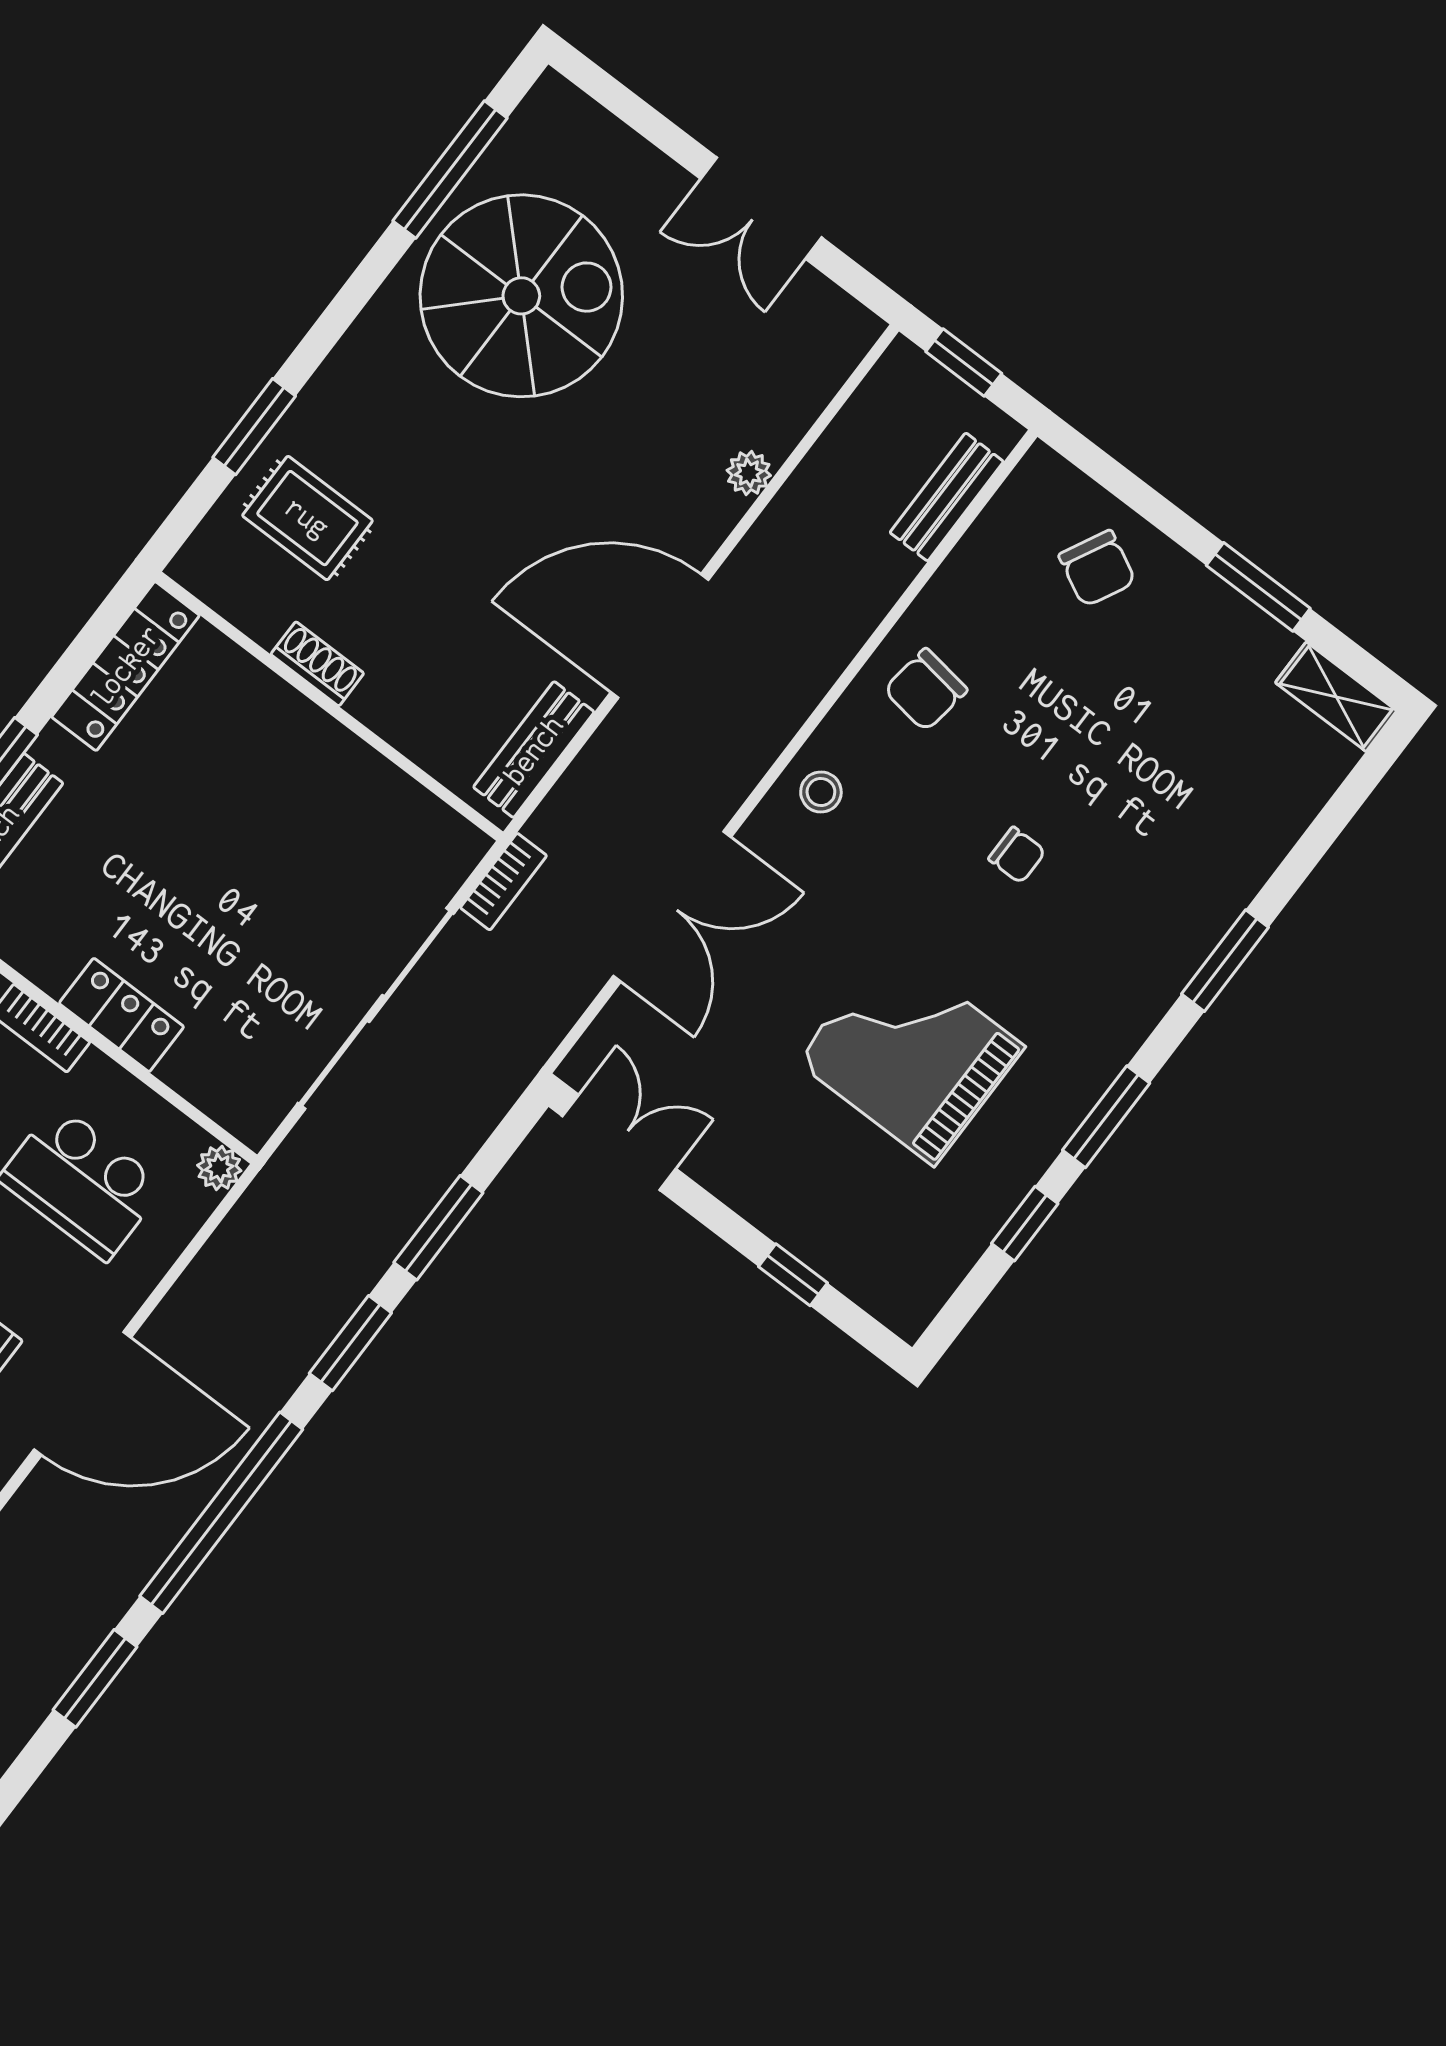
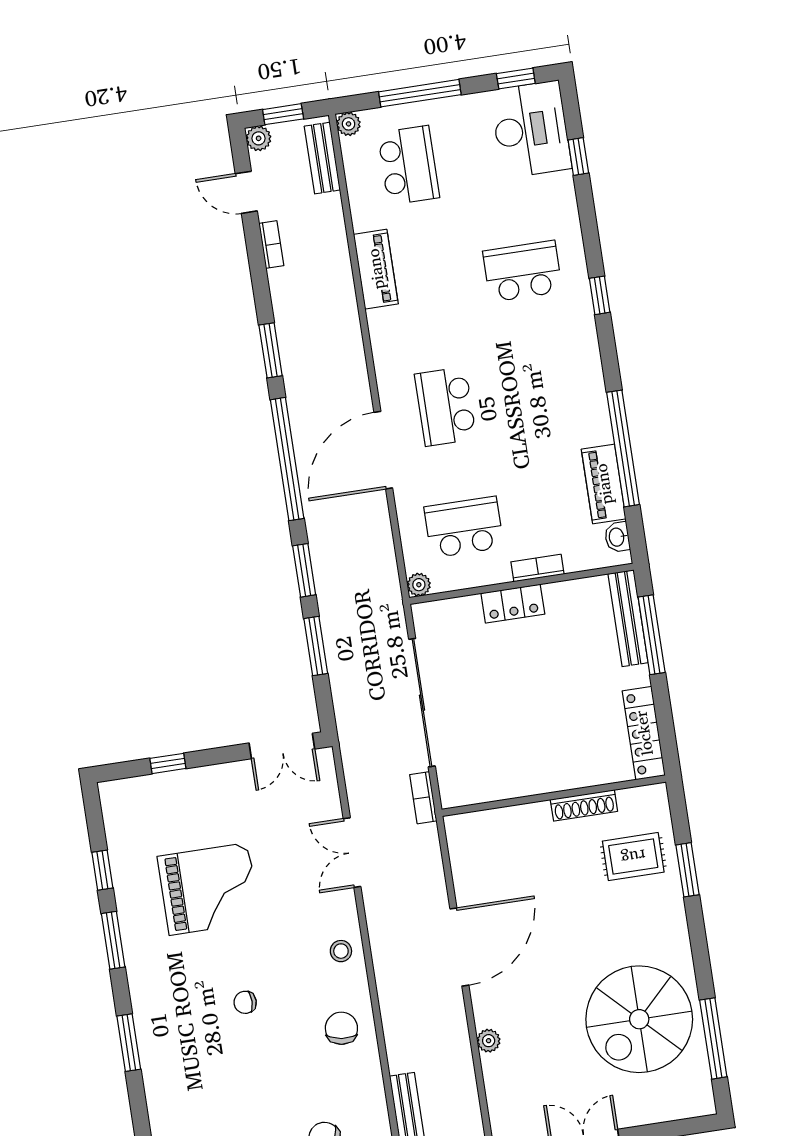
shoe rack: (317, 664) -> (584, 805), width x1.43
bench: (534, 750) -> (462, 858), removed
double door: (672, 907) -> (352, 853), width x0.73

